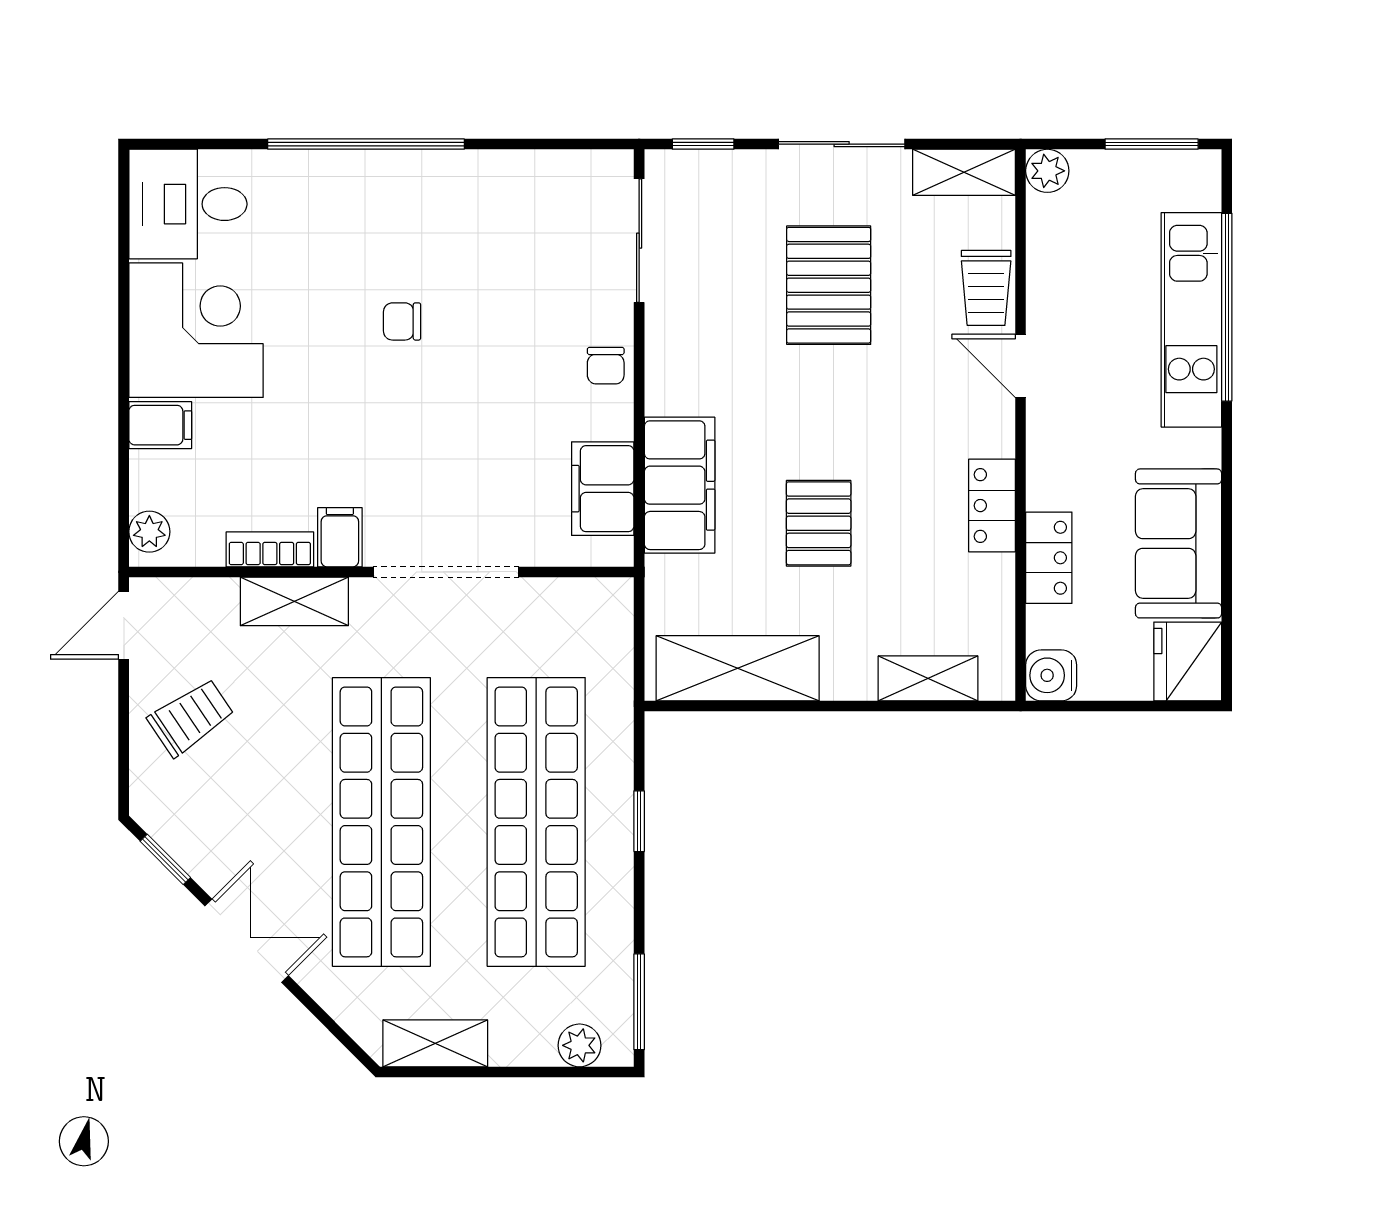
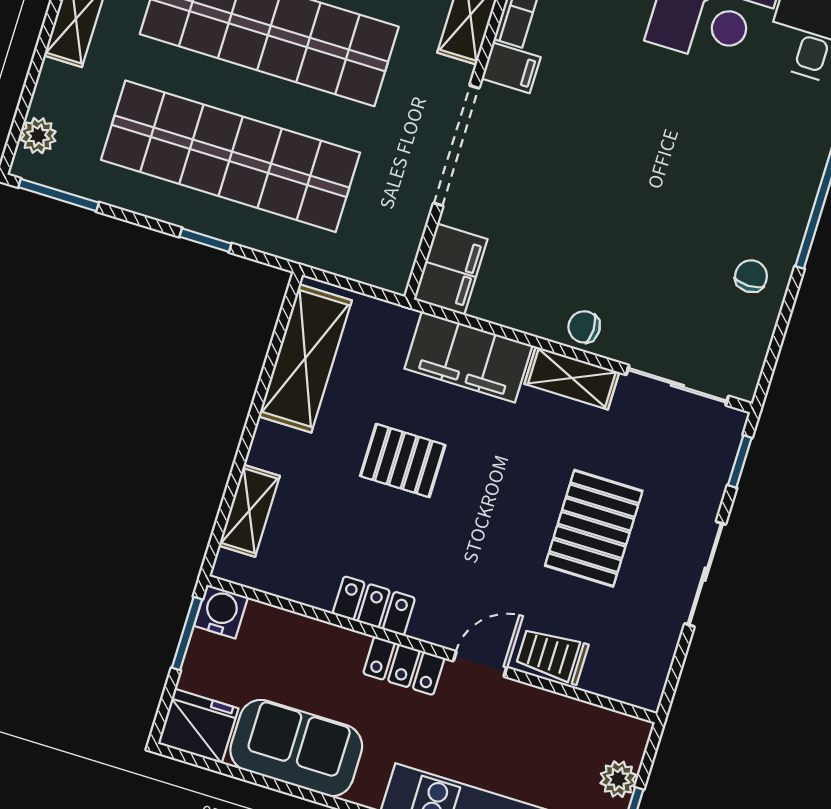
plant: (1047, 171) -> (618, 779), moved
shelving: (964, 172) -> (572, 378), moved, turned 90
pallet: (829, 285) -> (594, 528), turned 90
chair: (402, 321) -> (751, 276), moved
filing cabinet: (603, 489) -> (451, 269), moved, turned 90
locker: (1049, 558) -> (404, 666), moved
window: (1088, 706) -> (187, 634), added

